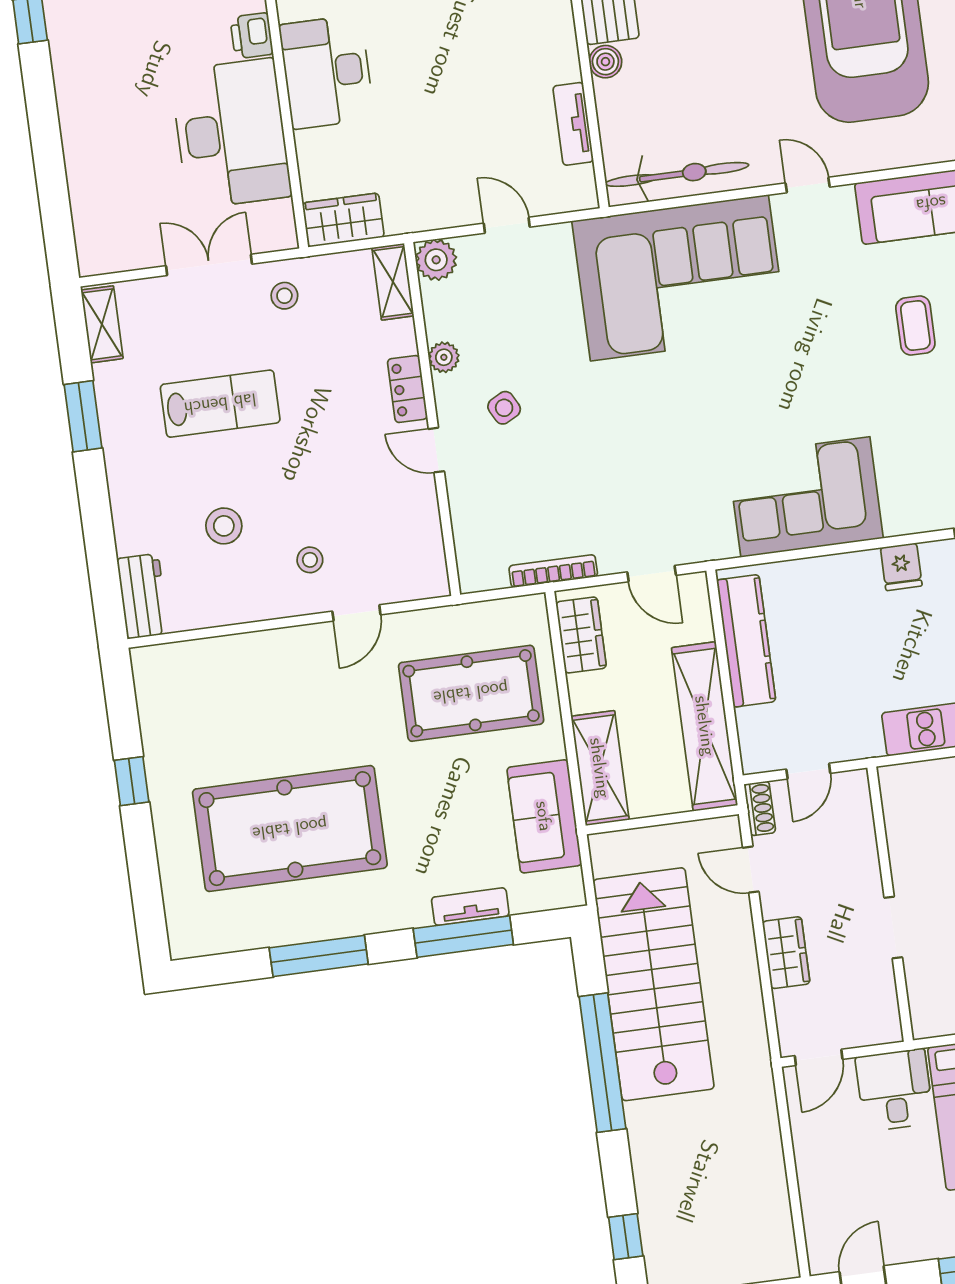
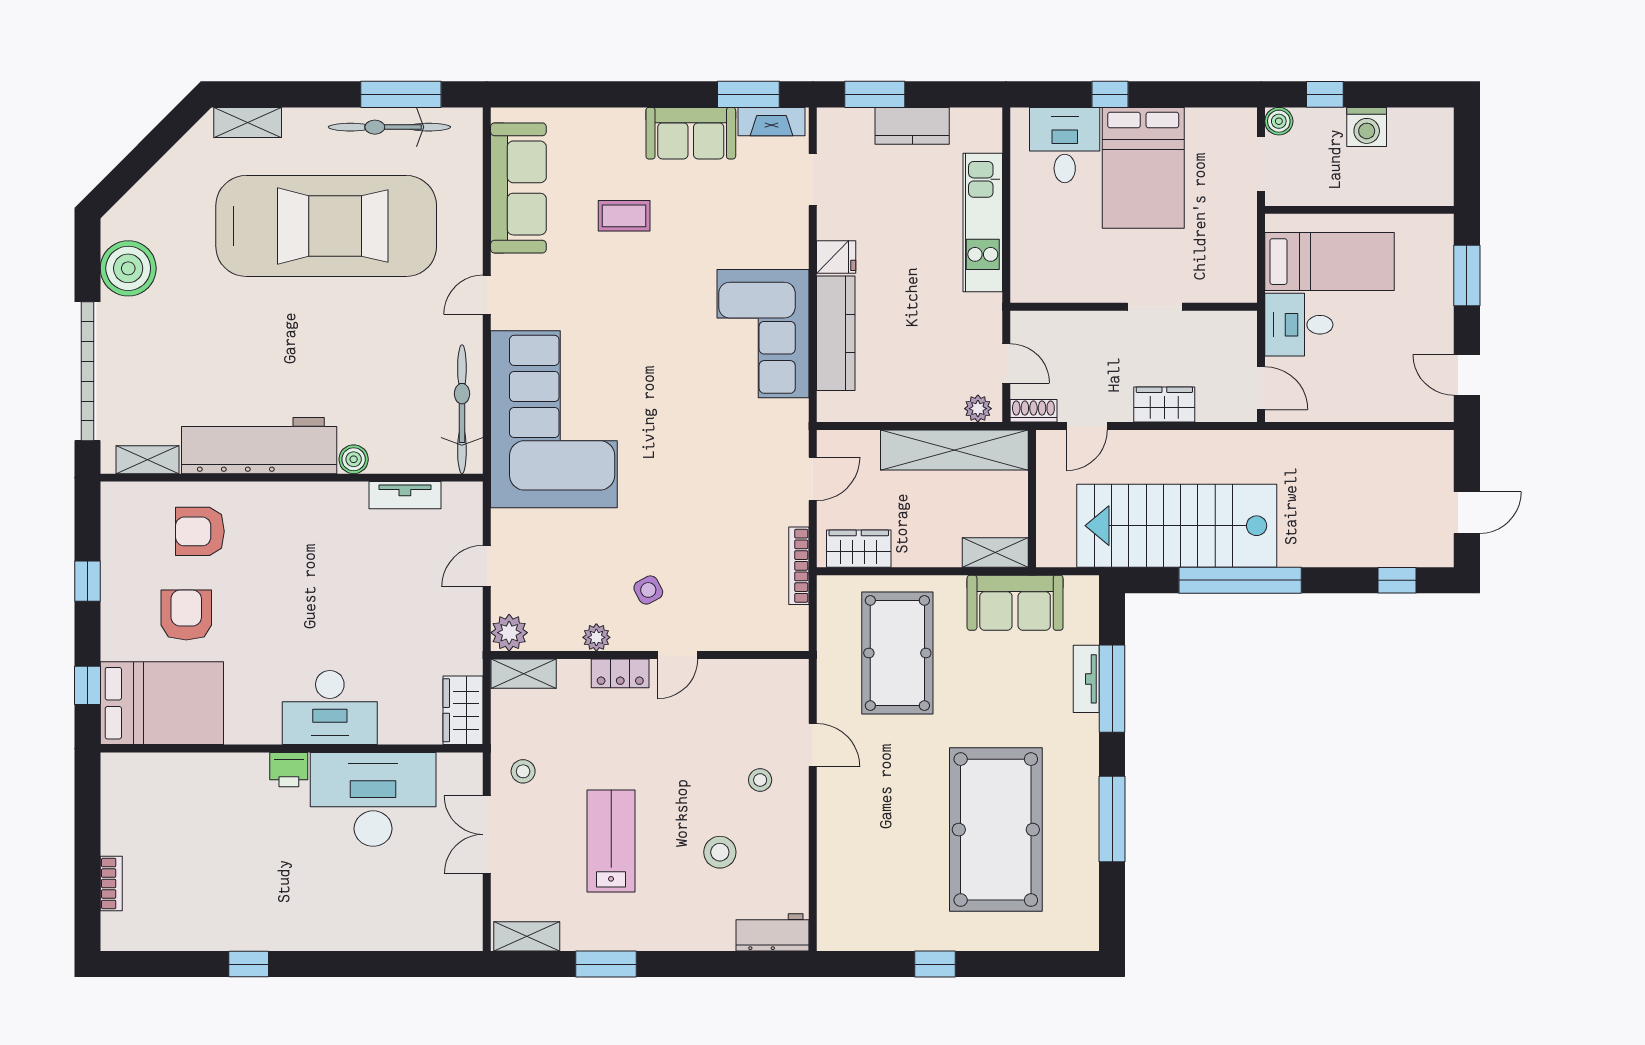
kitchen counter: (746, 641) -> (836, 333), moved, turned 90
plant: (754, 746) -> (978, 409), added
shelving: (600, 768) -> (995, 553), width x0.67, depth x0.75

